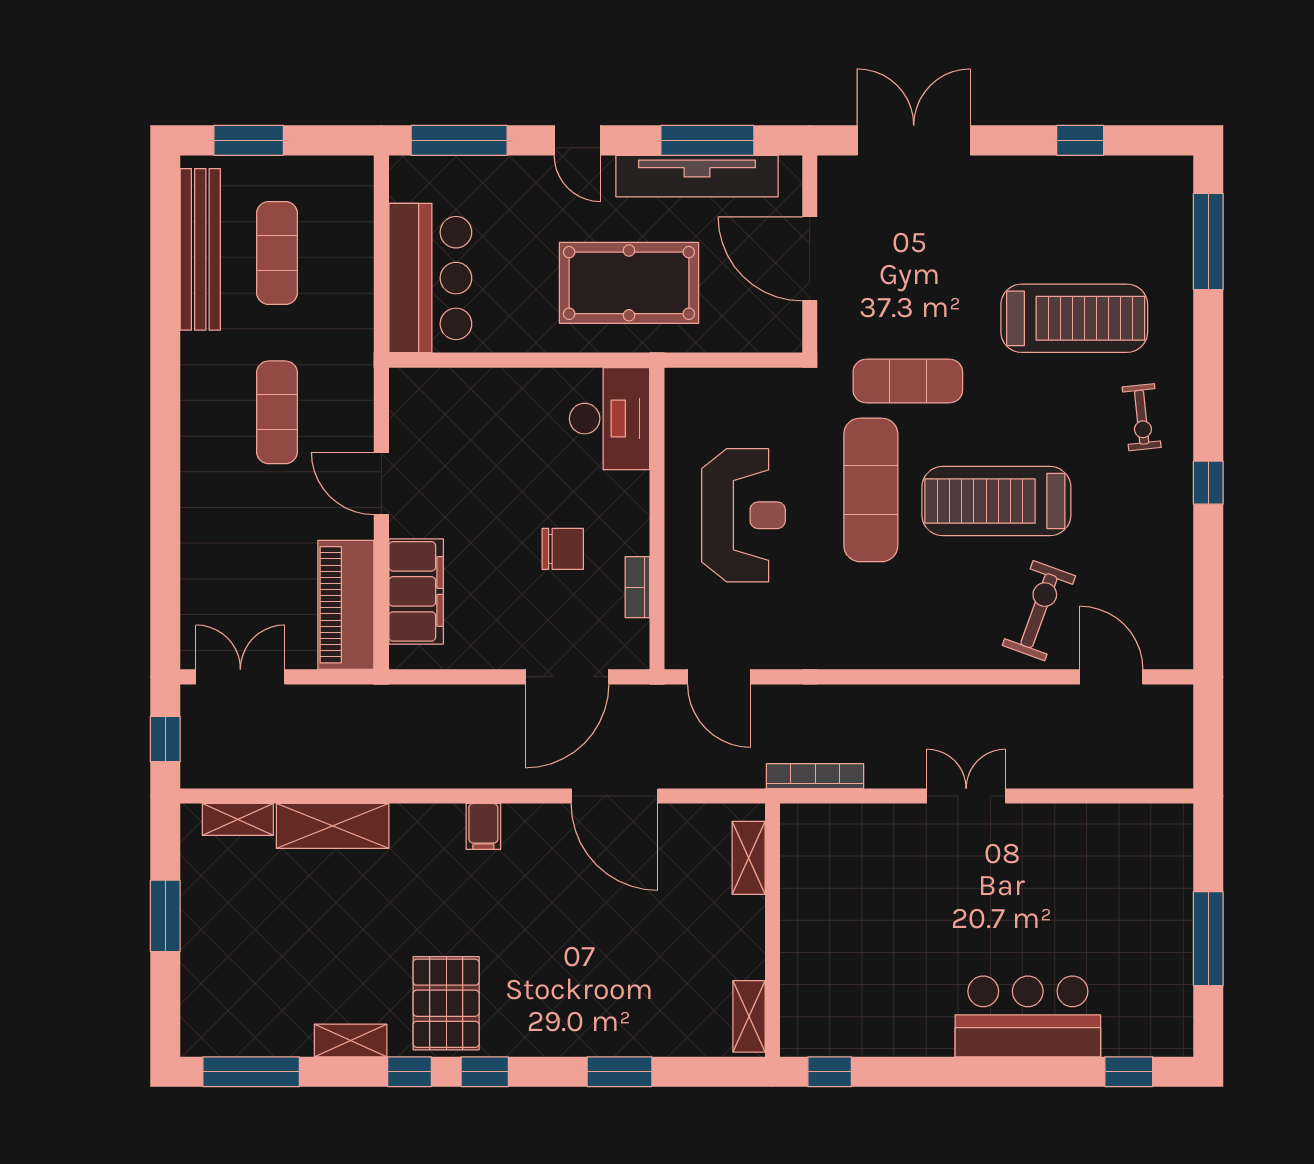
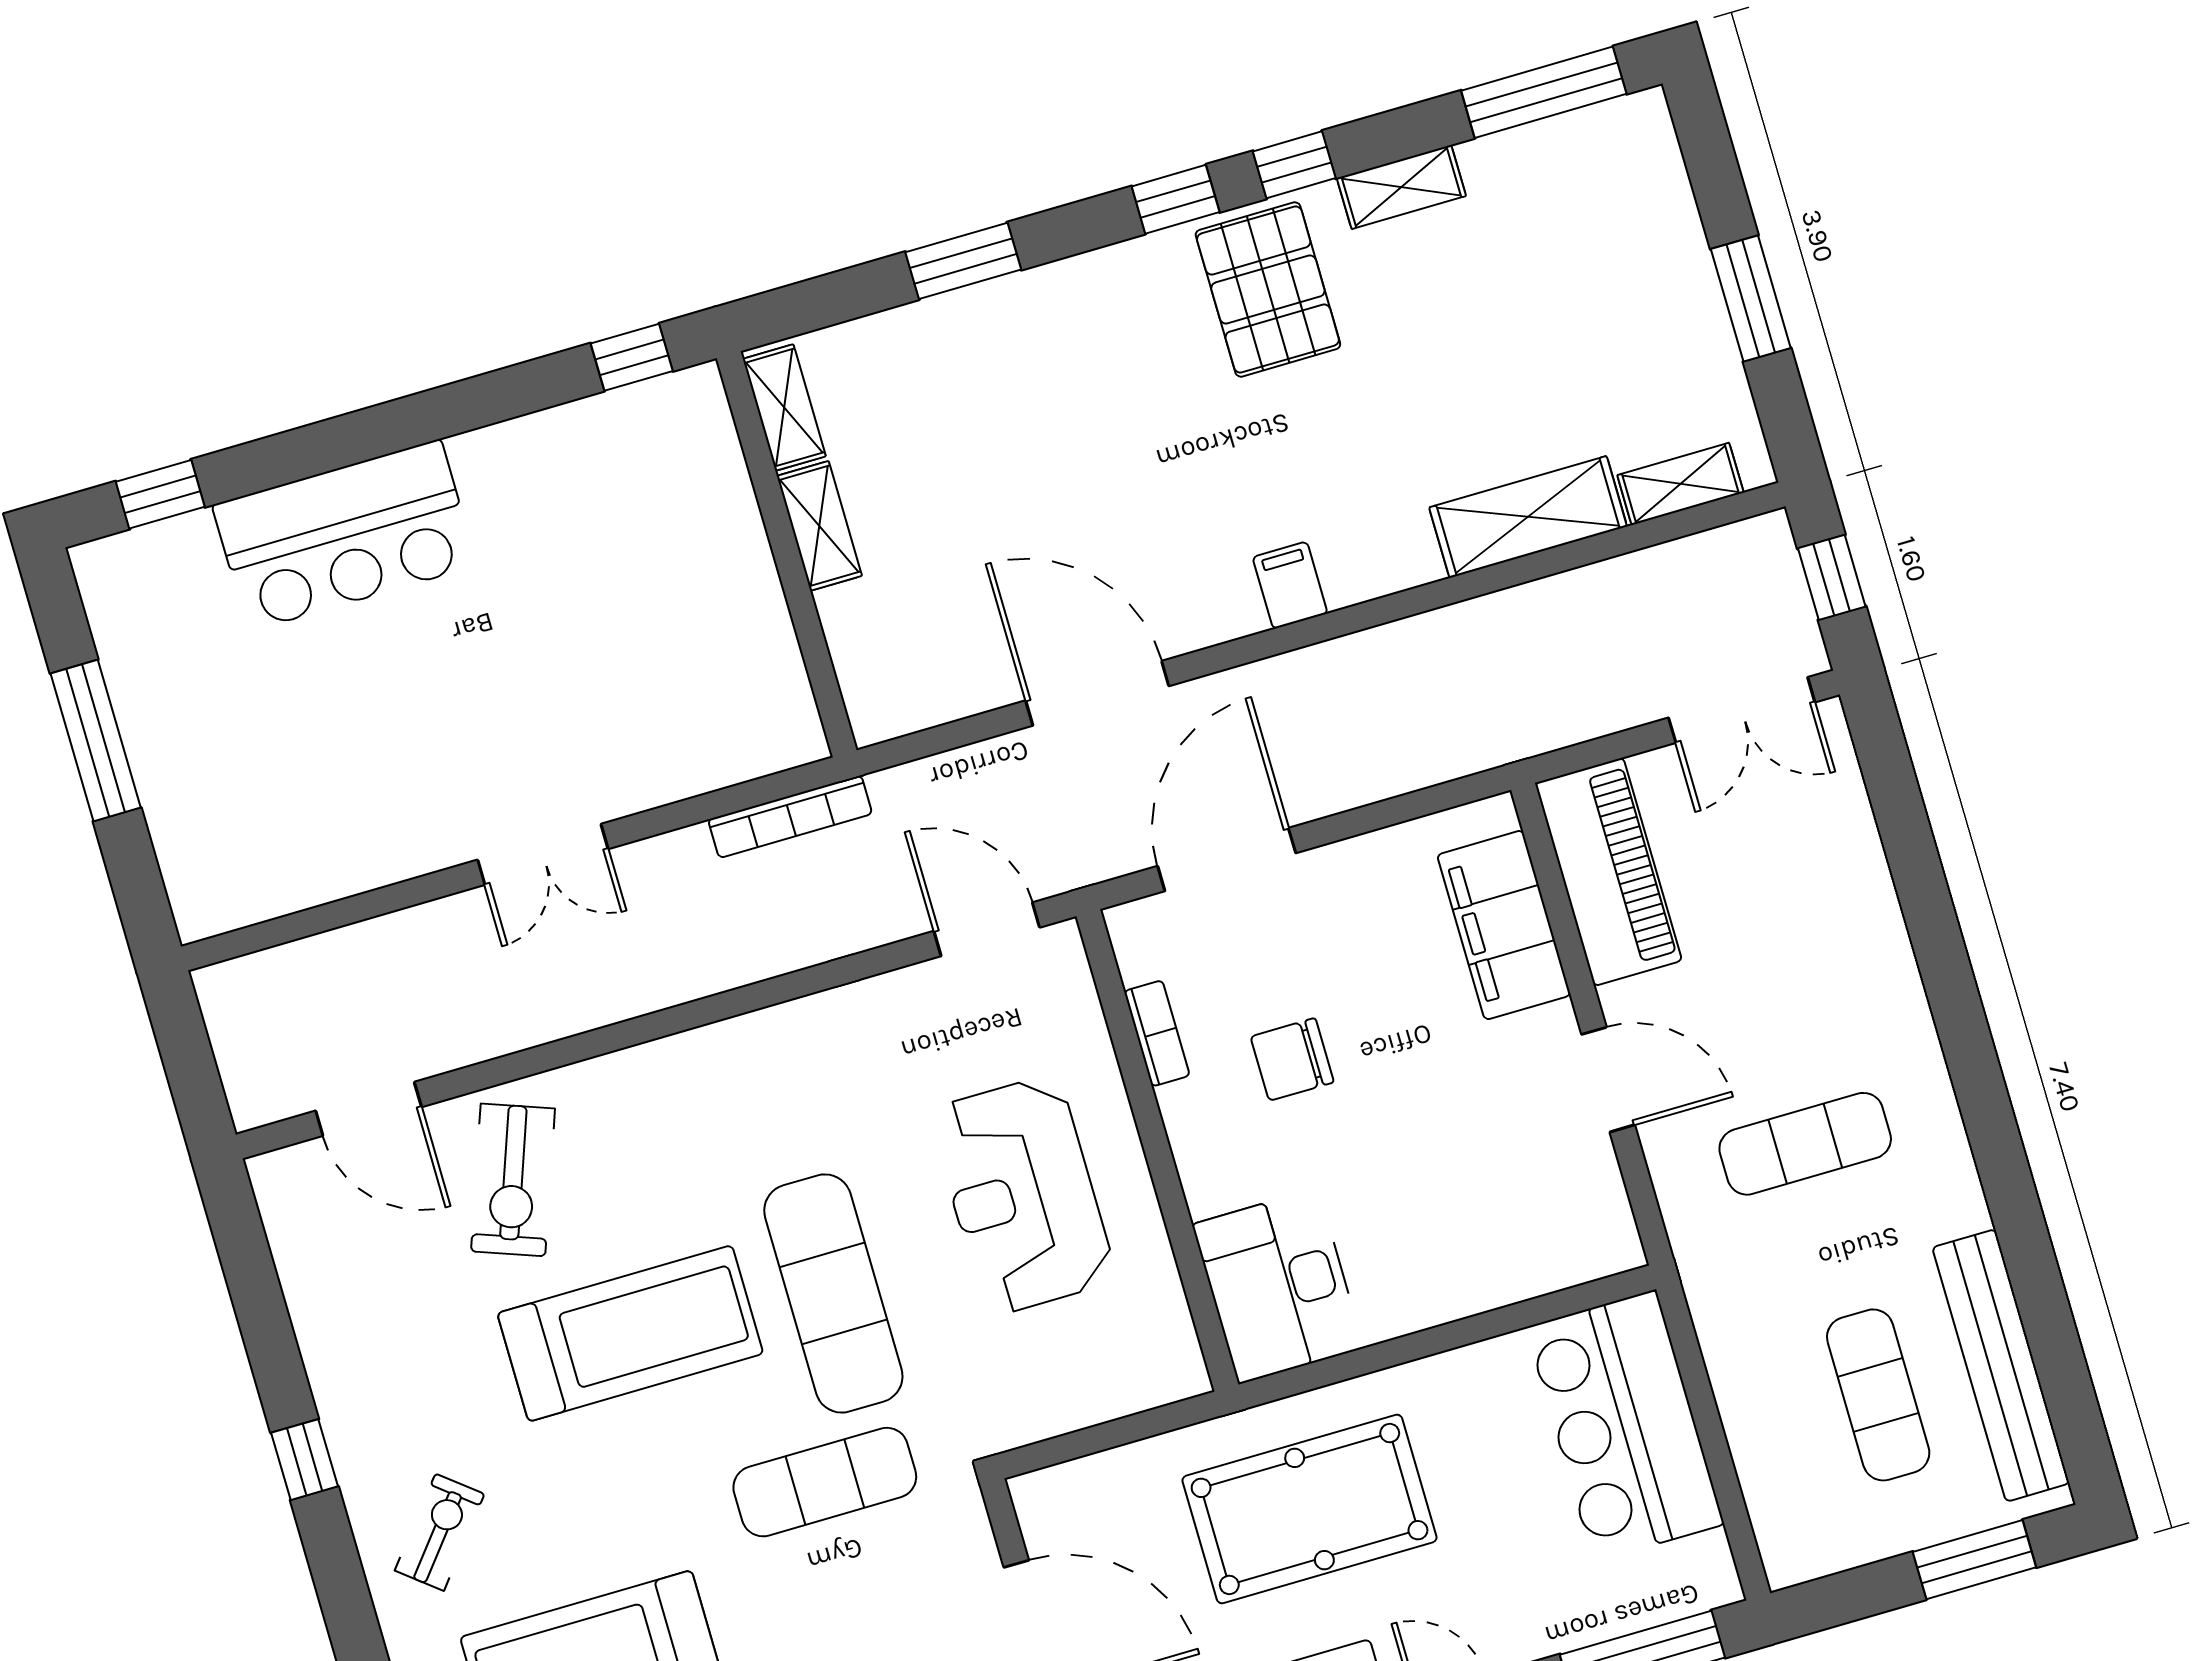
exercise mat: (277, 412) -> (1805, 1144), turned 90
exercise bike: (1142, 417) -> (440, 1532), turned 45
shelving: (749, 858) -> (819, 526), moved

